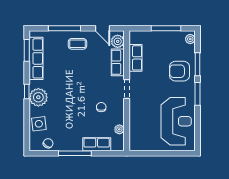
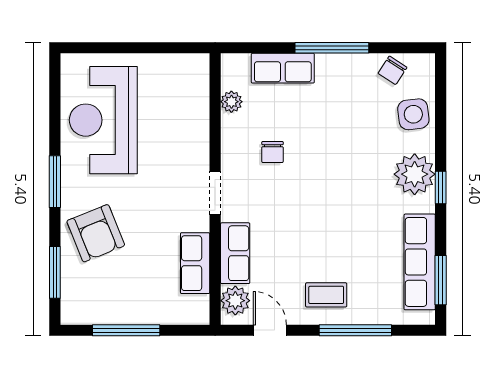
plant: (190, 39) -> (71, 306), removed
window: (198, 64) -> (55, 272), moved
armchair: (179, 71) -> (96, 233), turned 68

